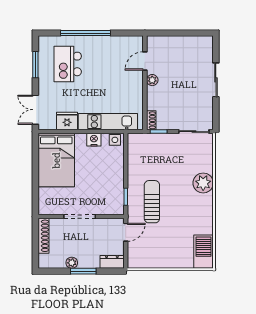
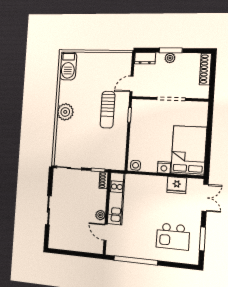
window: (86, 33) -> (136, 260), moved
door: (145, 61) -> (105, 232), swing flipped
kitchen island: (68, 64) -> (173, 237), turned 90
kitchen unit: (108, 122) -> (116, 199), moved, turned -90
nightstand: (94, 140) -> (164, 167), moved
plant: (203, 183) -> (65, 112), moved
shoe rack: (44, 236) -> (205, 69), moved
plant: (72, 263) -> (170, 58), moved

